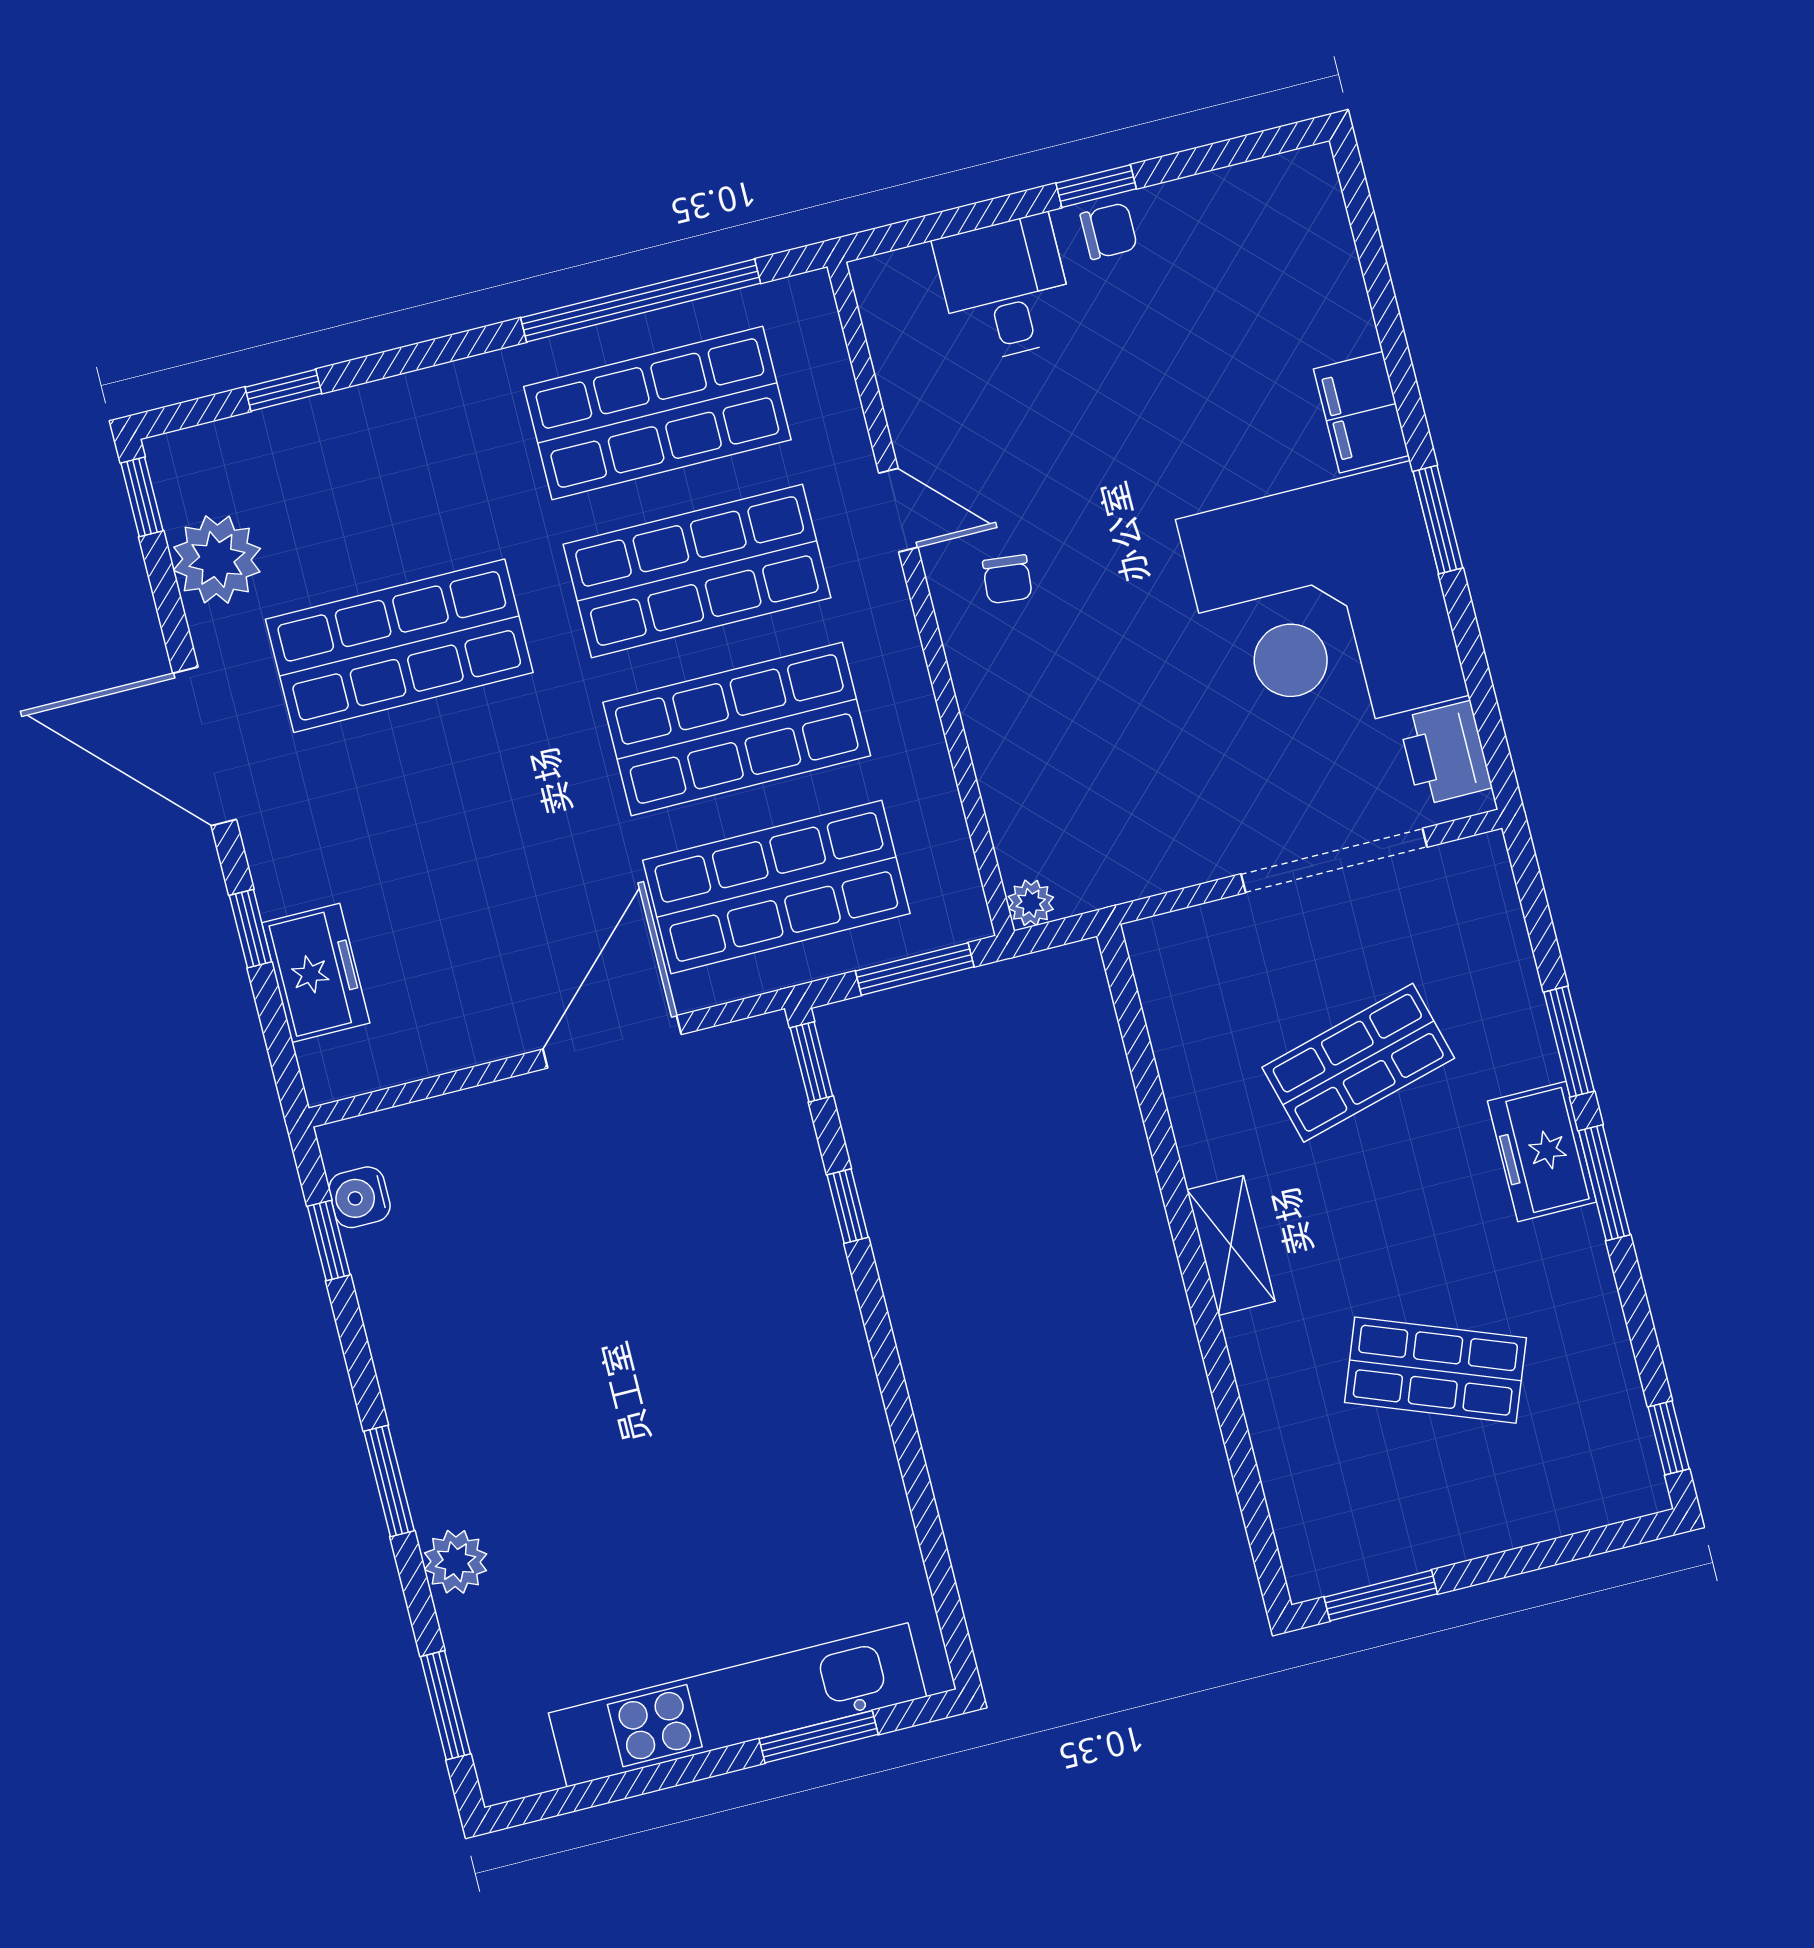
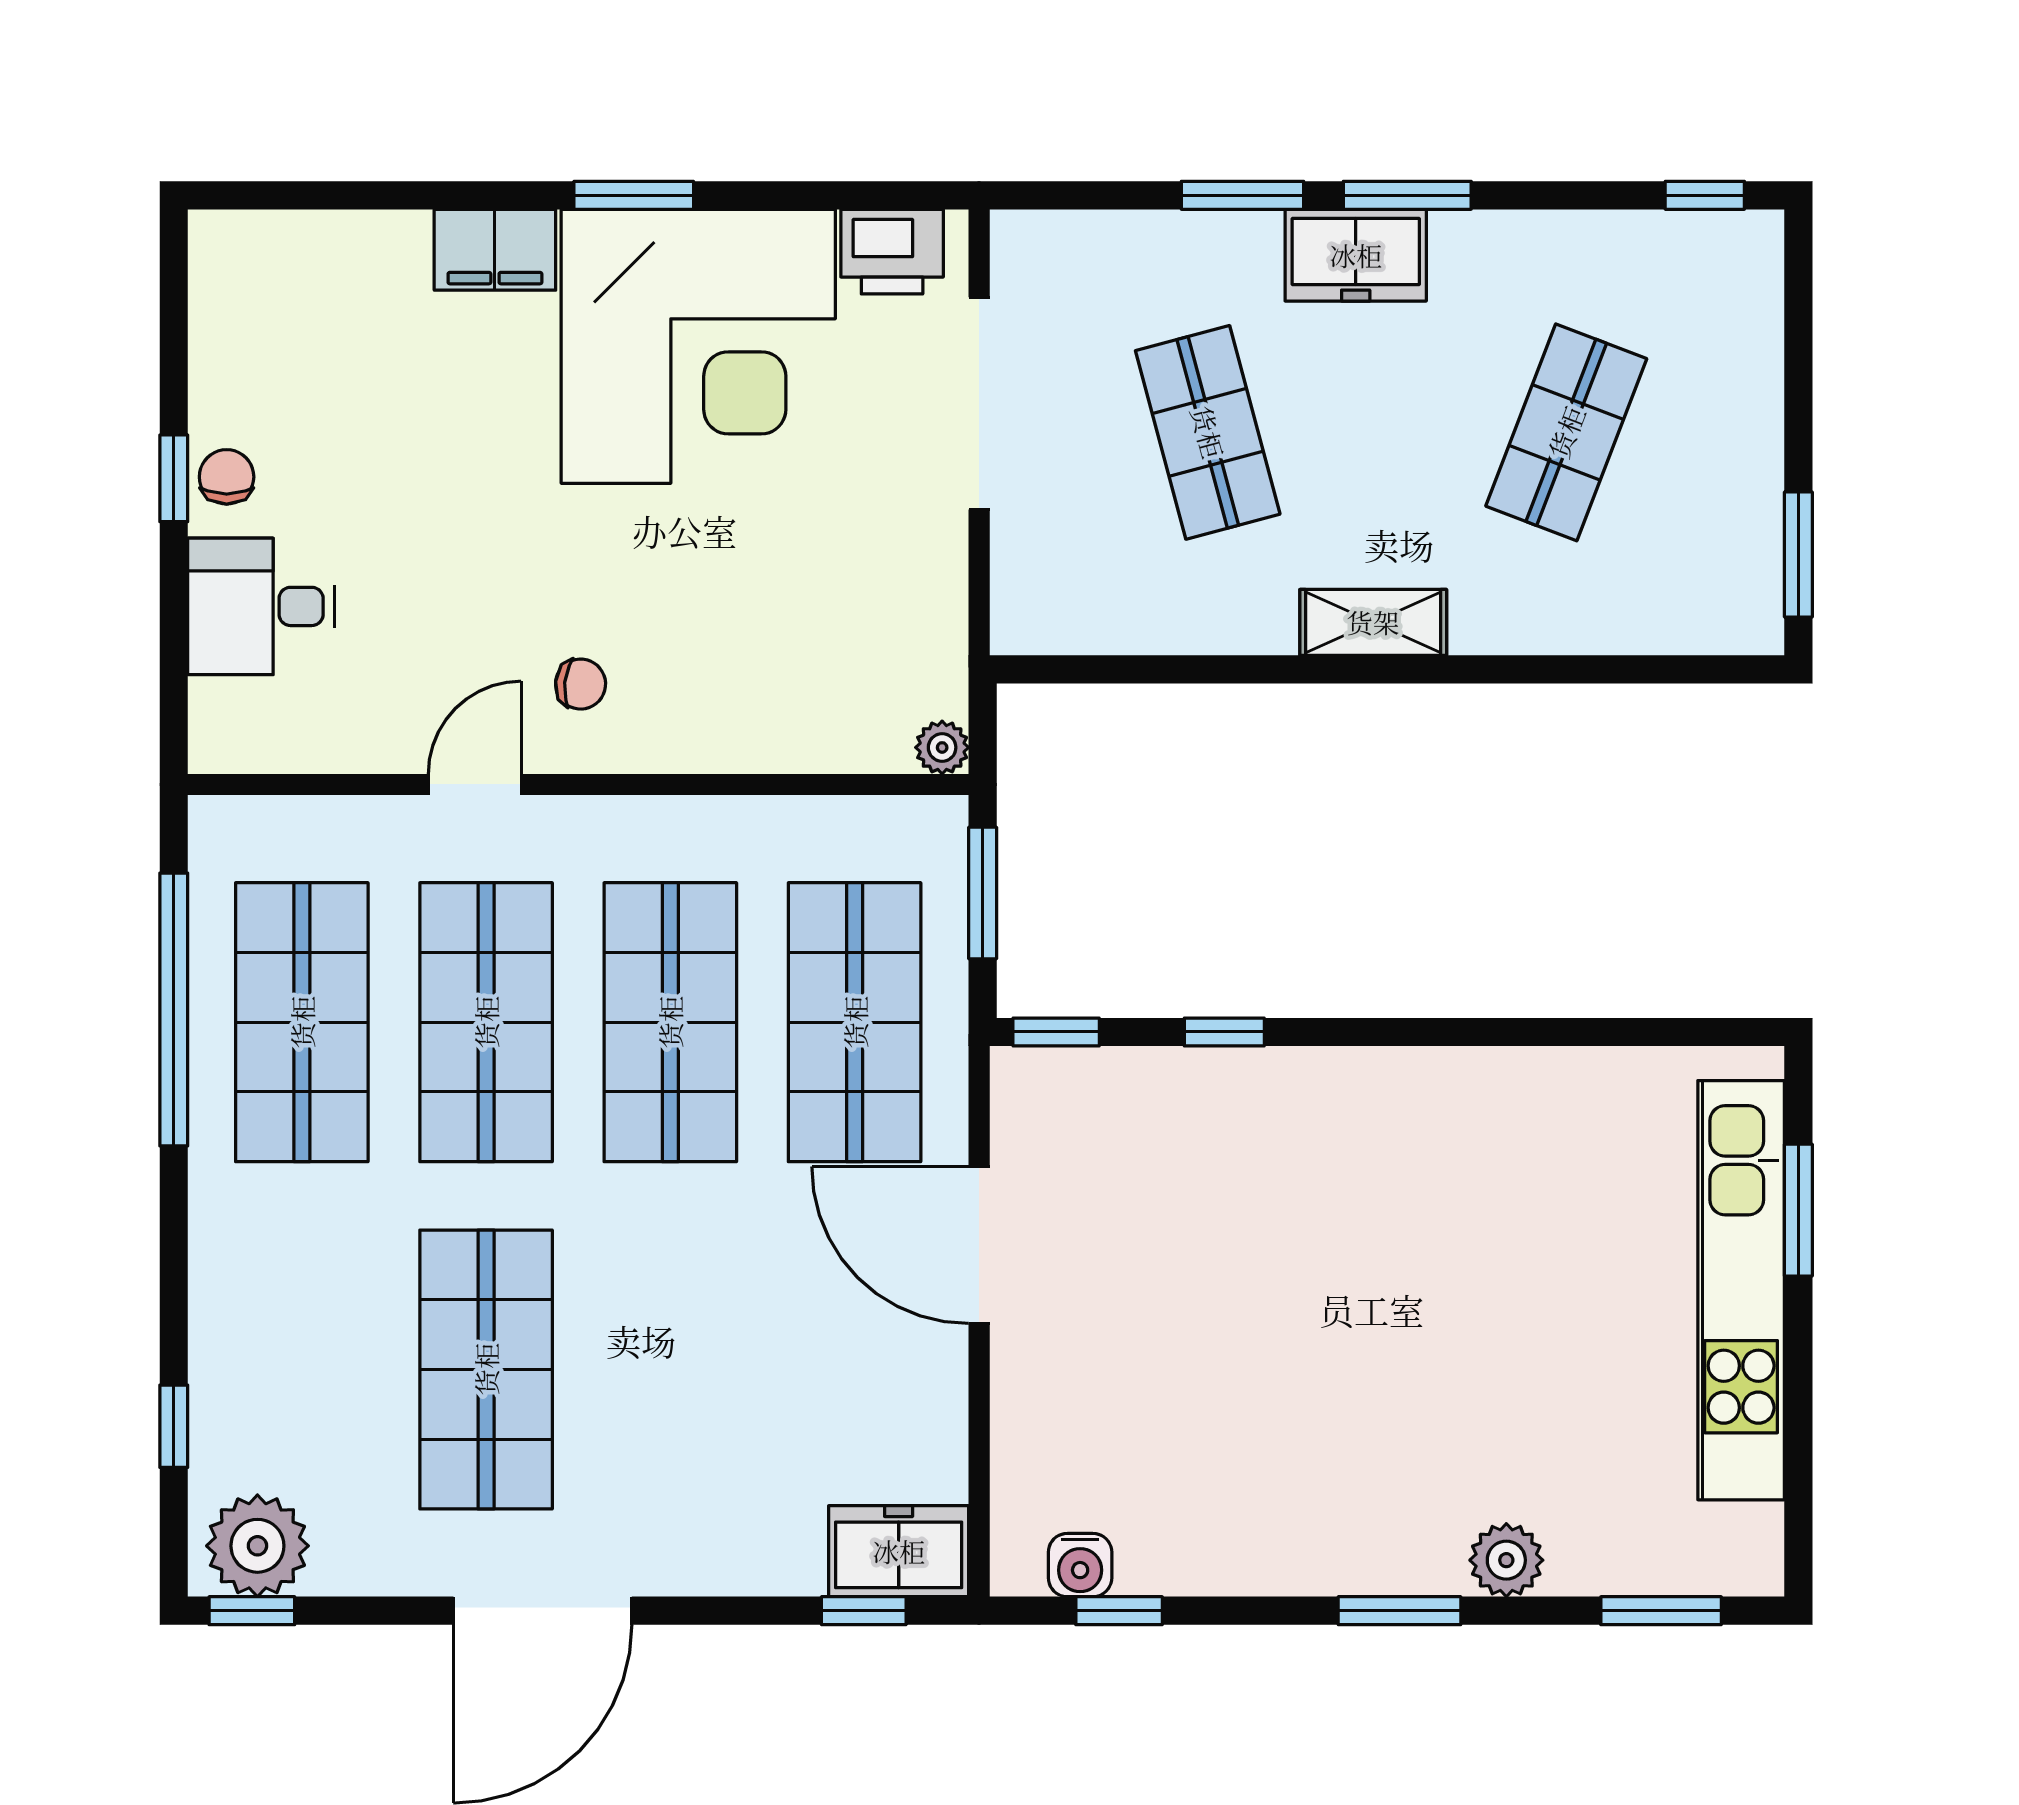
plant: (217, 559) -> (257, 1546), moved
window: (250, 929) -> (864, 1611), moved
freezer: (316, 973) -> (899, 1551), moved

